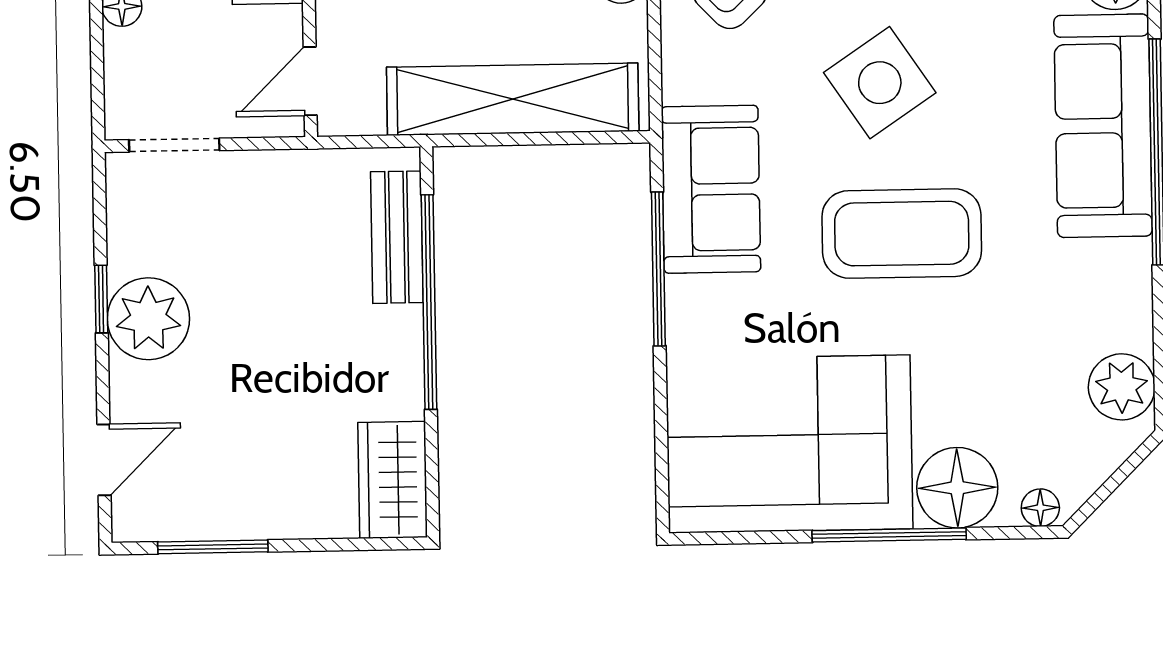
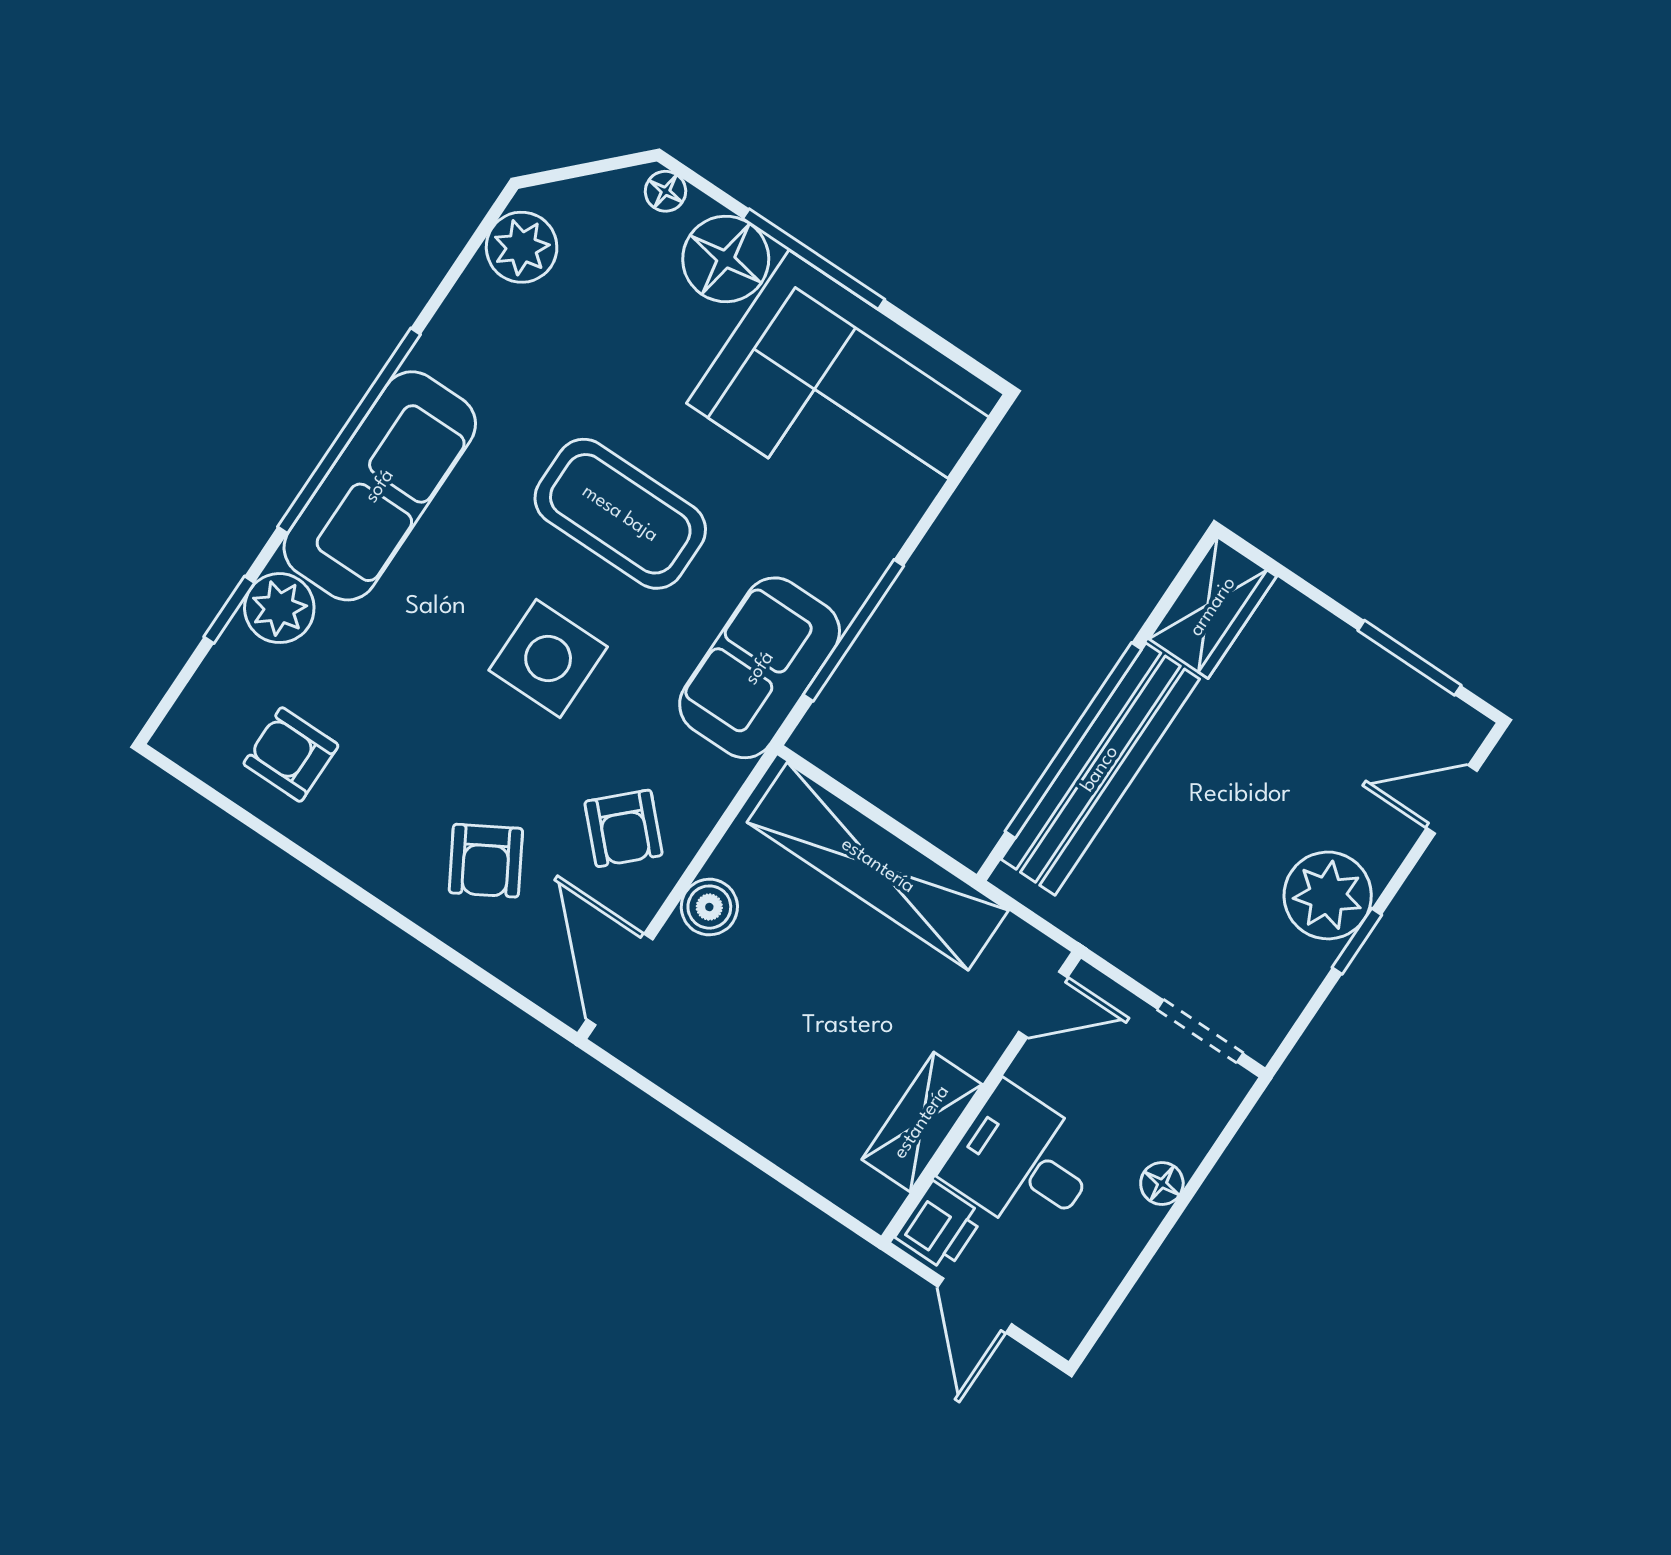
side table: (880, 83) -> (548, 658), turned 34
bench: (397, 237) -> (1100, 769), width x1.86, depth x1.21

